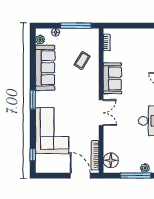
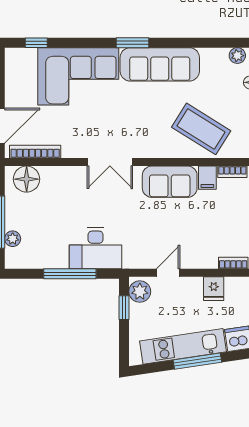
filing cabinet: (110, 57) -> (207, 178), added
coffee table: (82, 60) -> (201, 129), width x1.86, depth x1.72
sofa: (45, 68) -> (160, 64), moved

